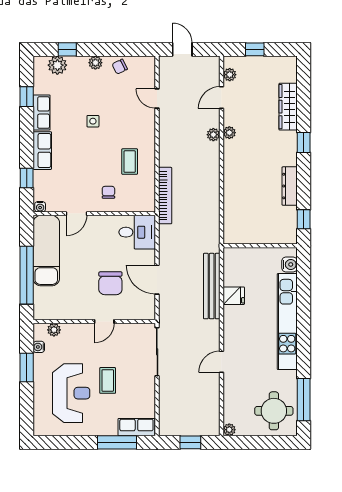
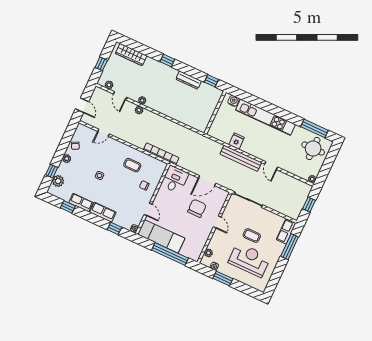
door: (182, 49) -> (82, 105), swing flipped
wardrobe: (288, 107) -> (131, 55), moved
chair: (110, 283) -> (197, 208), turned -90
bench: (212, 286) -> (241, 158), moved

